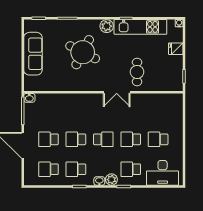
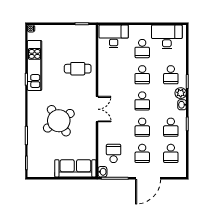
plant: (107, 26) -> (34, 98), removed
fridge: (176, 49) -> (55, 32), removed
round table: (83, 52) -> (59, 121), turned 30
sofa: (33, 54) -> (75, 168), moved
double door: (117, 92) -> (97, 109), moved
school desk: (48, 109) -> (114, 153), added
desk: (171, 109) -> (114, 36), added
school desk: (103, 139) -> (142, 101), turned 180
desk: (163, 173) -> (167, 37), moved, turned -90

